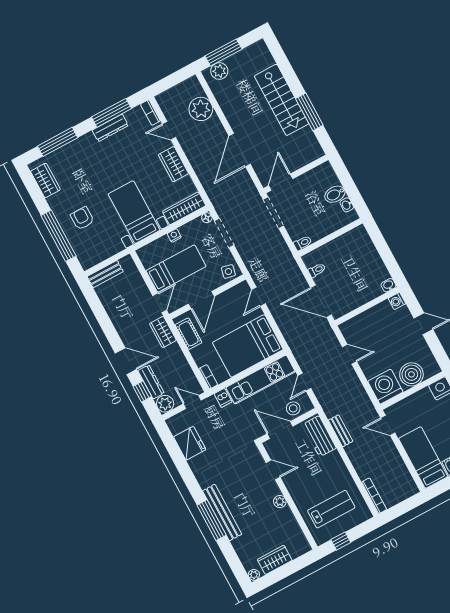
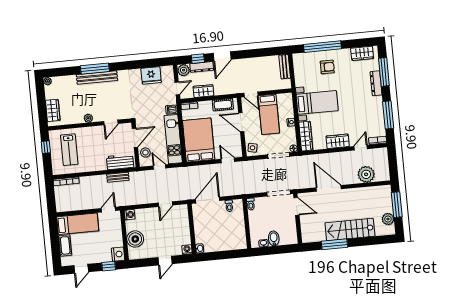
plant: (219, 71) -> (388, 219), moved
dresser: (110, 128) -> (376, 83), moved
wardrobe: (163, 332) -> (203, 91), moved
washing machine: (385, 387) -> (130, 215), width x0.53, depth x0.53
wardrobe: (275, 560) -> (53, 110), moved

